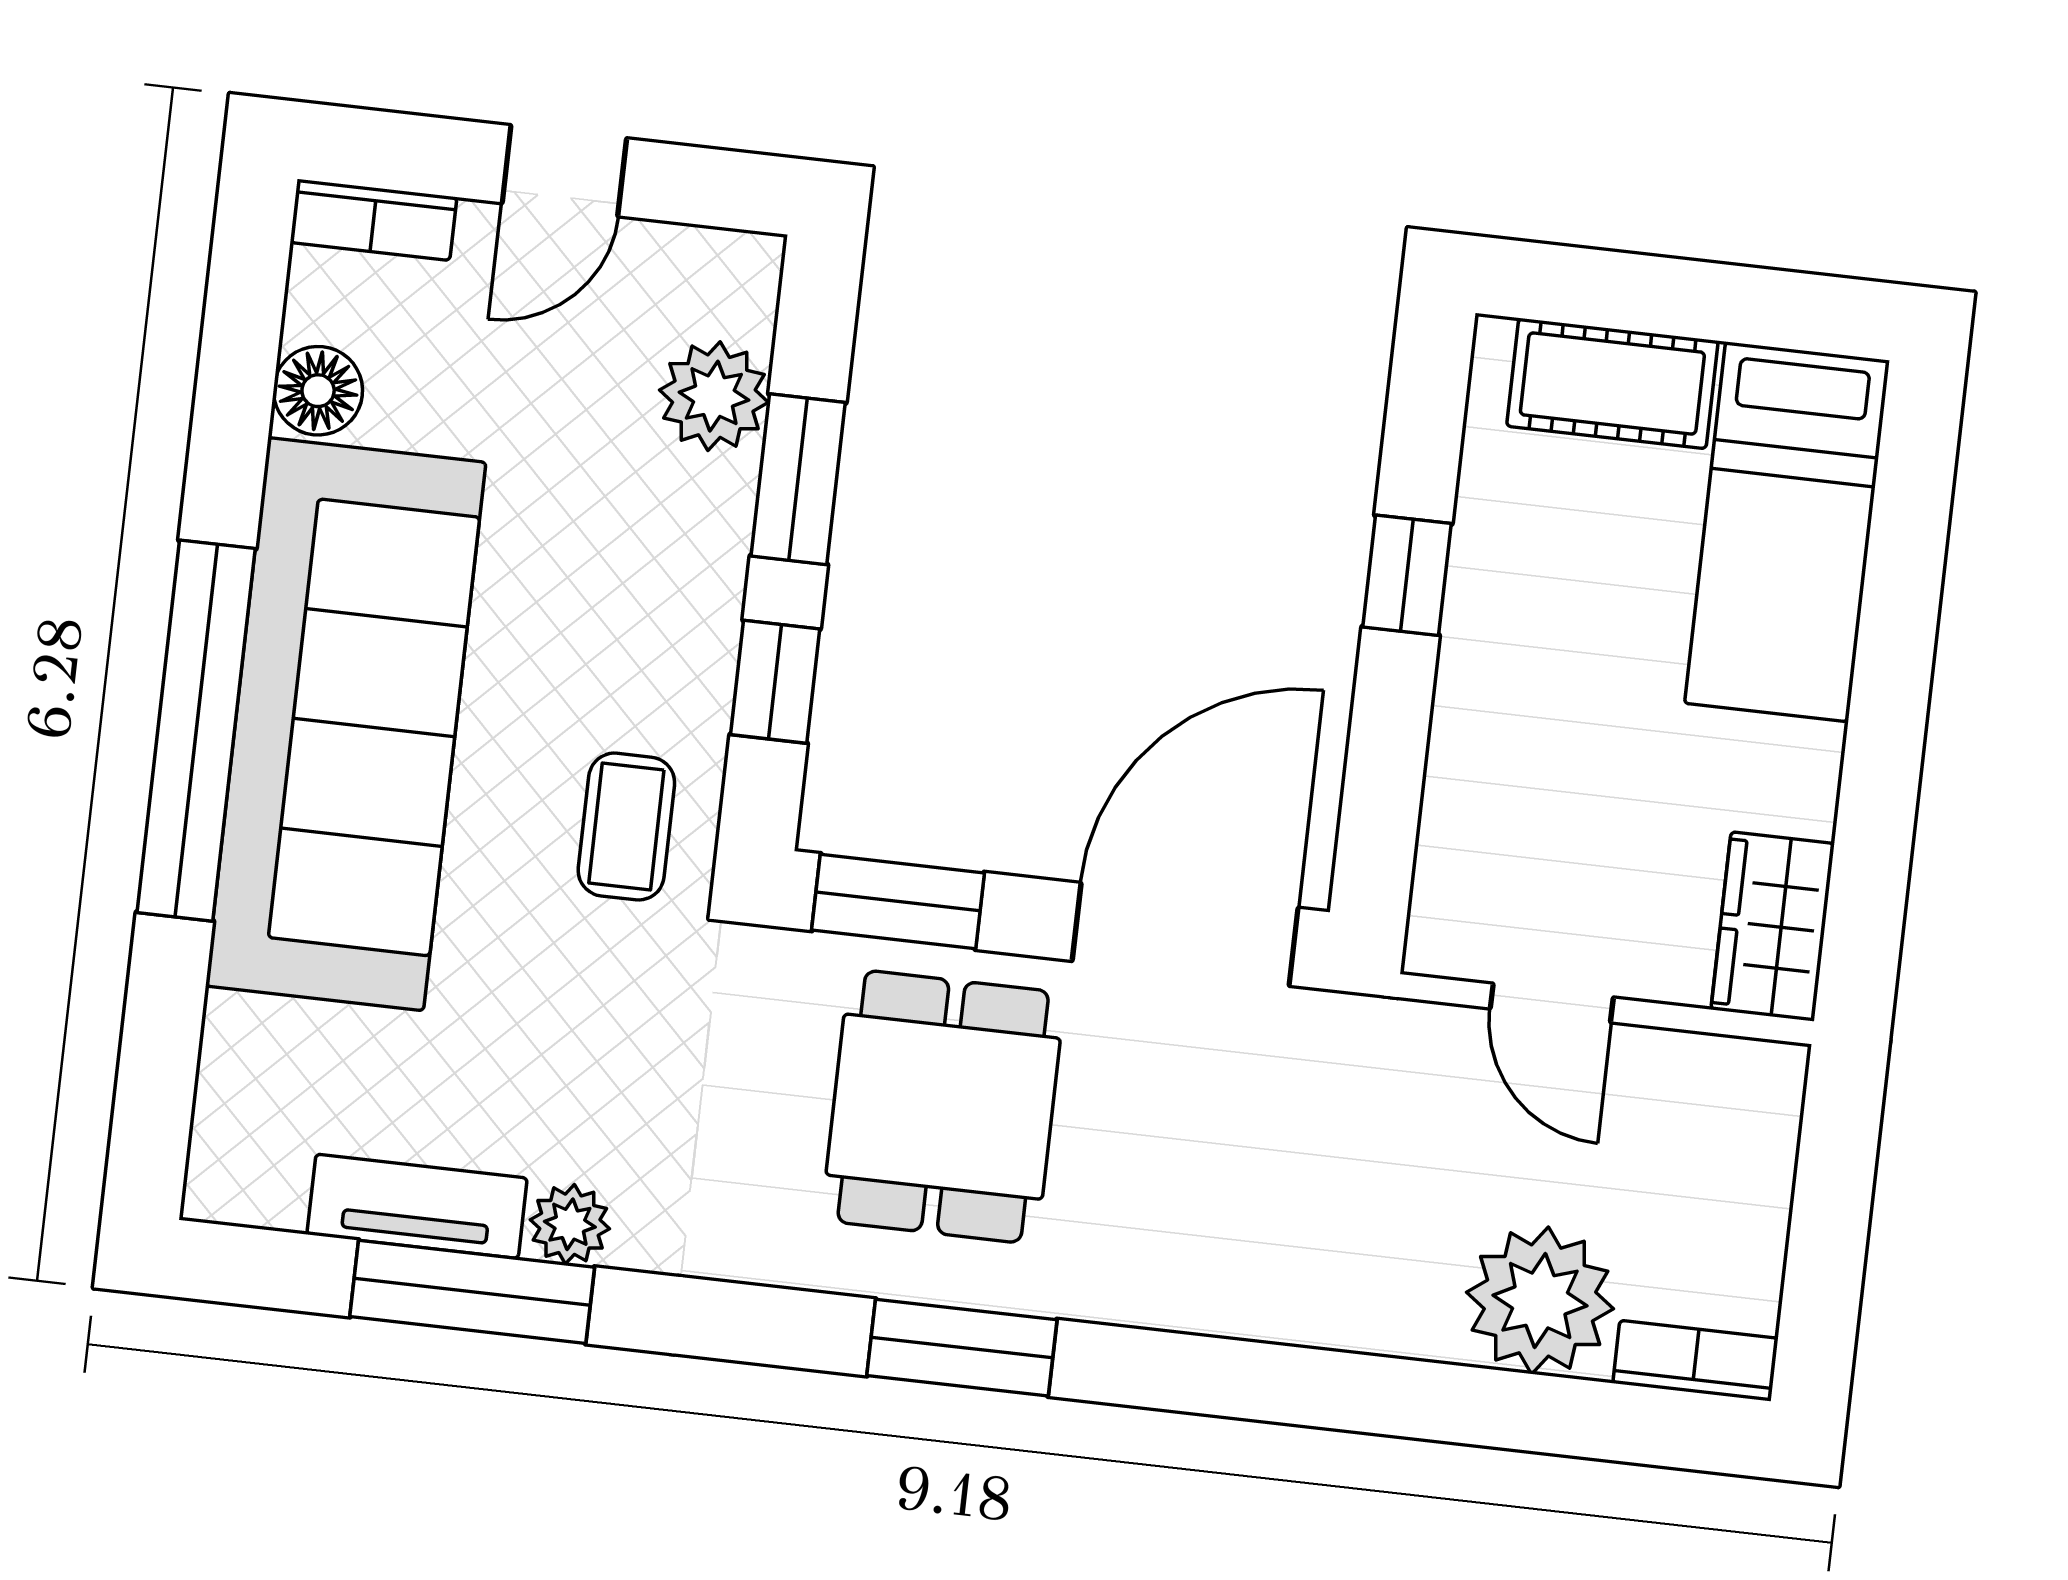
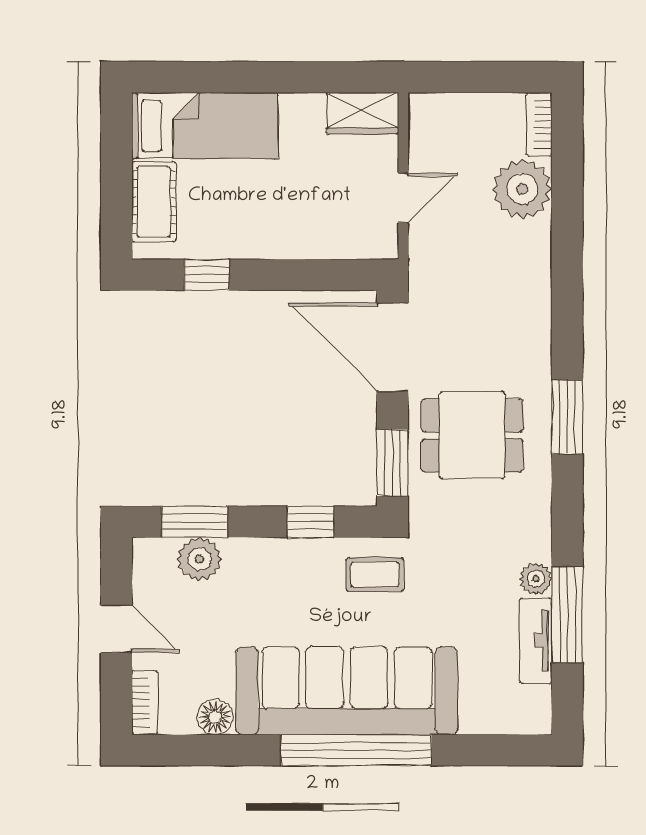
window: (798, 479) -> (194, 522), moved
window: (1407, 575) -> (207, 275), moved

